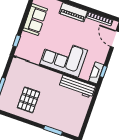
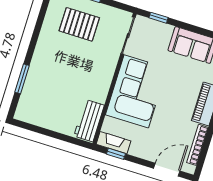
workbench: (77, 87) -> (89, 121), width x0.73
pallet: (29, 100) -> (79, 24), moved

